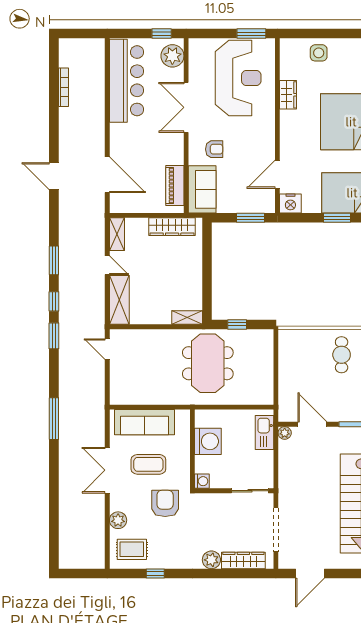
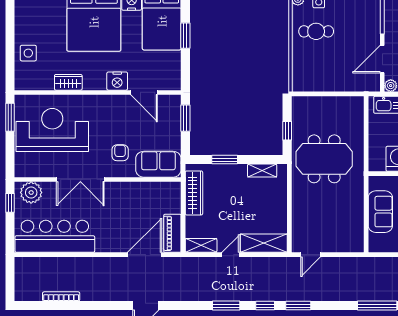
piano: (175, 185) -> (172, 233), moved, turned 90
nightstand: (290, 203) -> (117, 81), moved, turned 90
window: (207, 259) -> (225, 160), added
shelving: (187, 318) -> (262, 171), moved, turned 90
sofa: (145, 422) -> (380, 212), width x0.73

